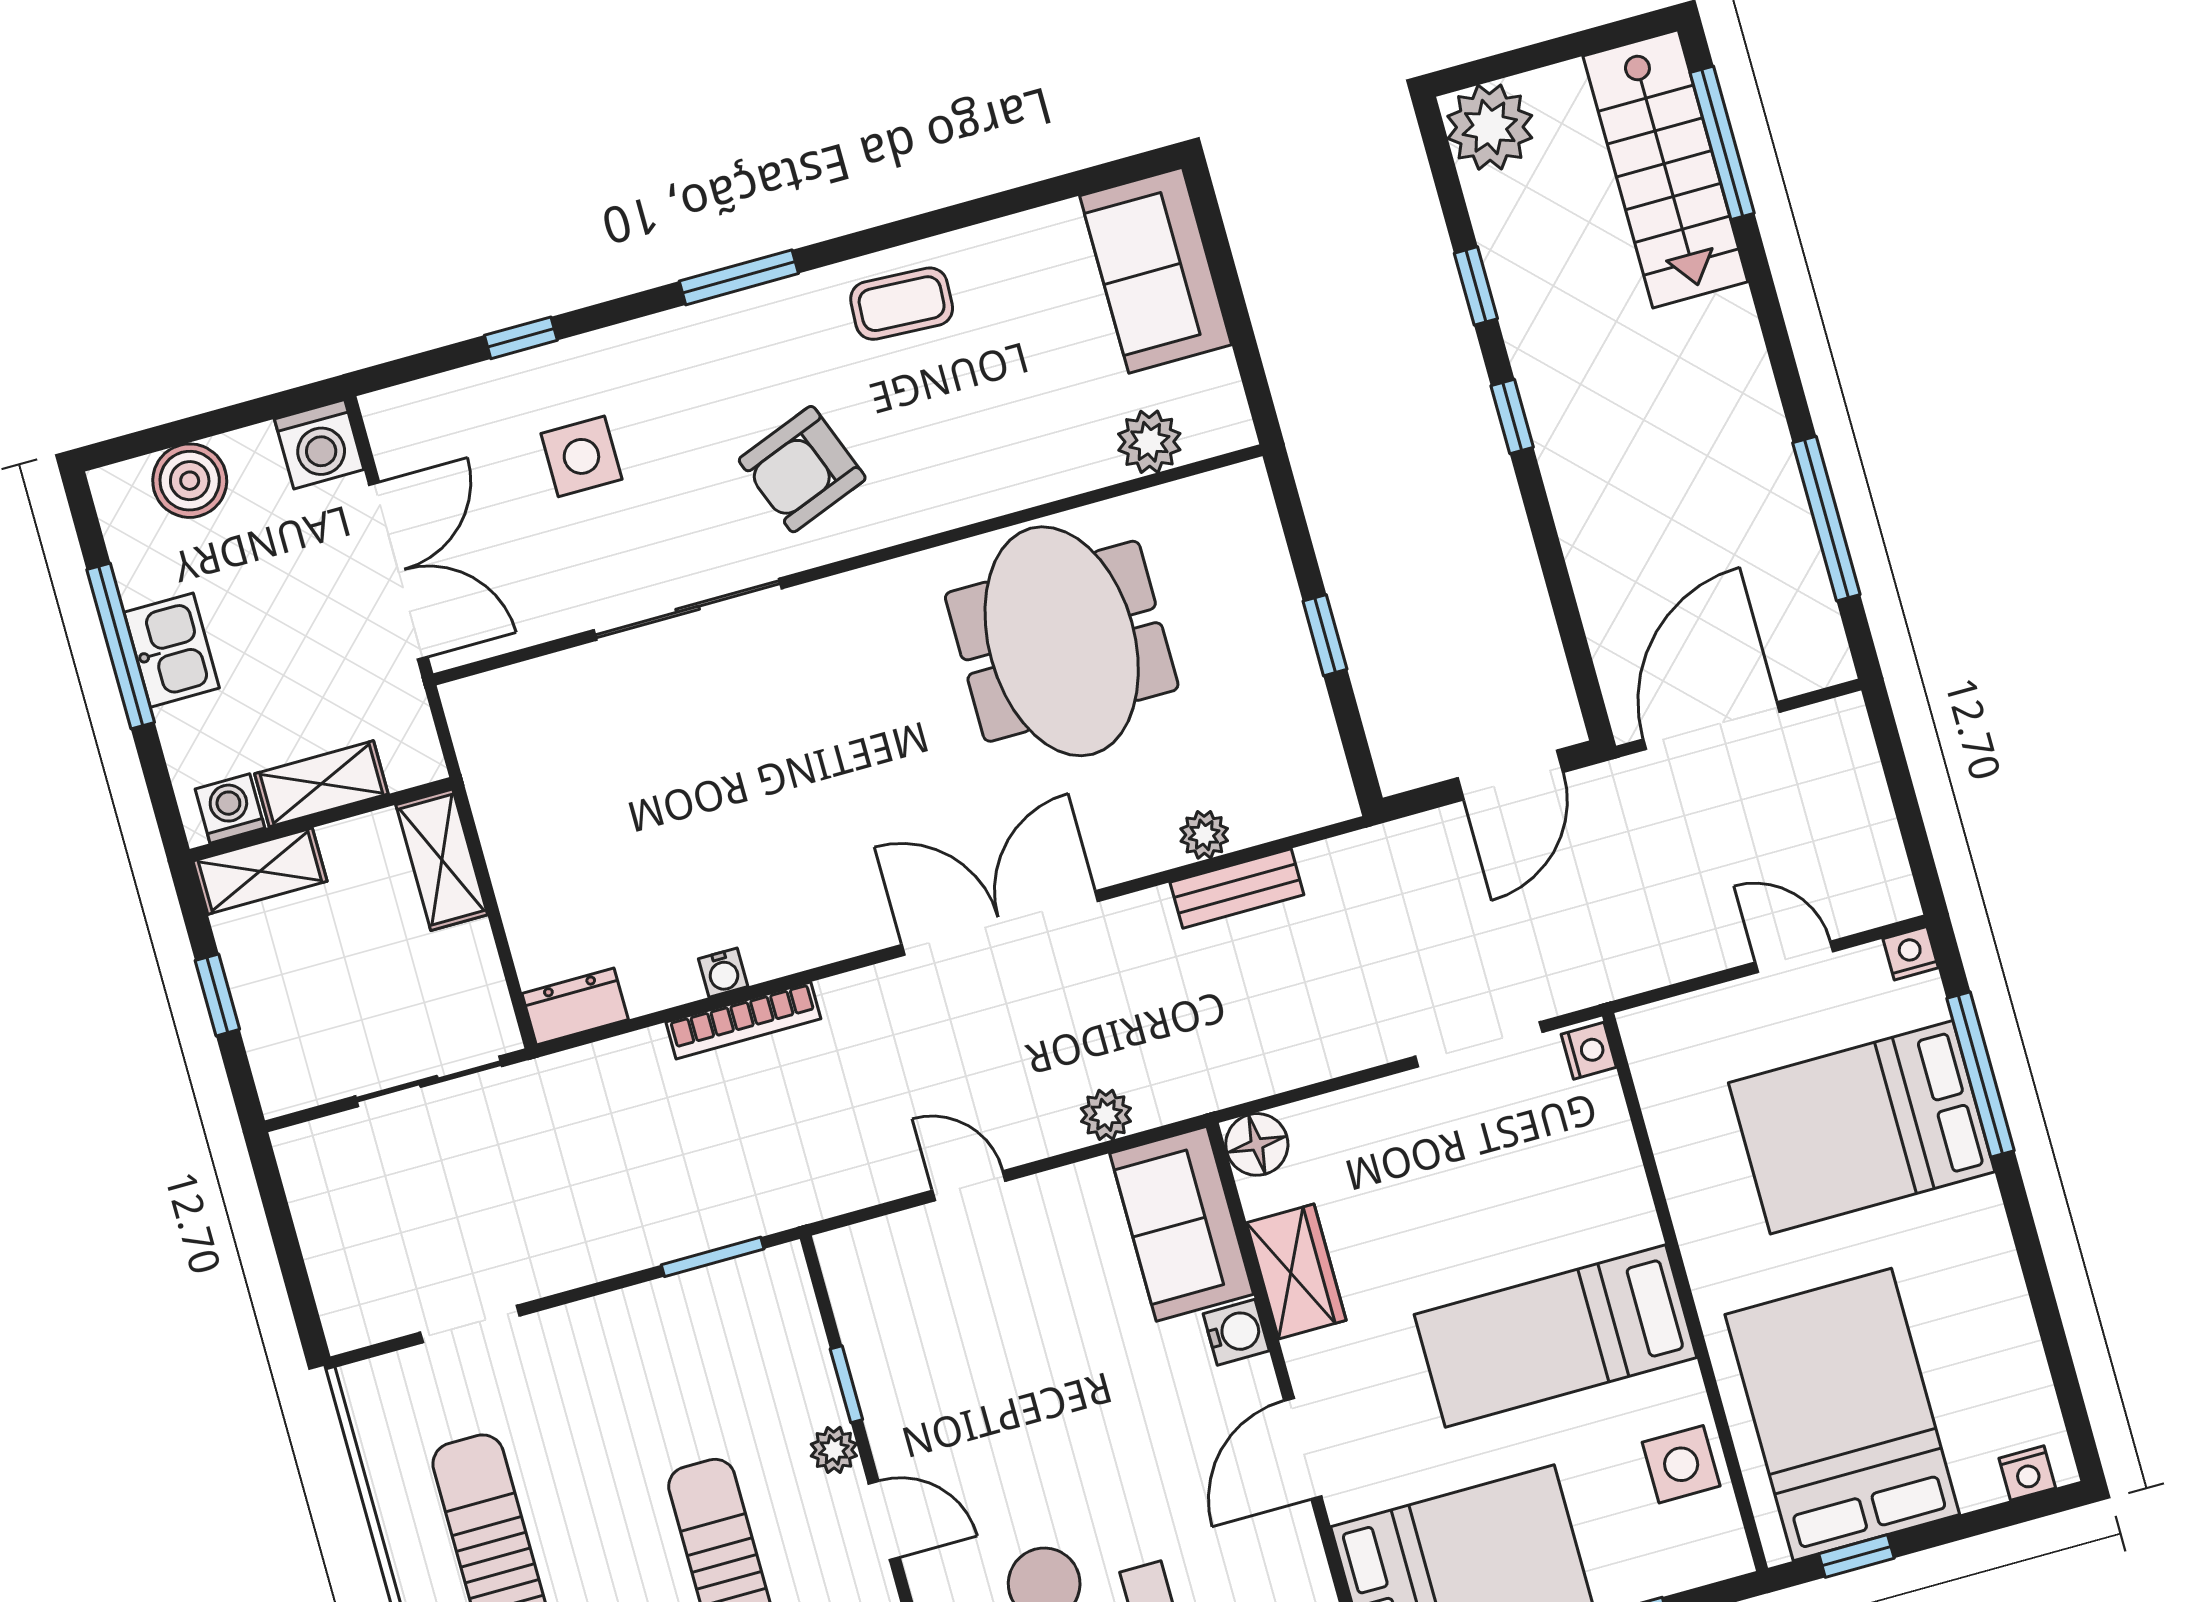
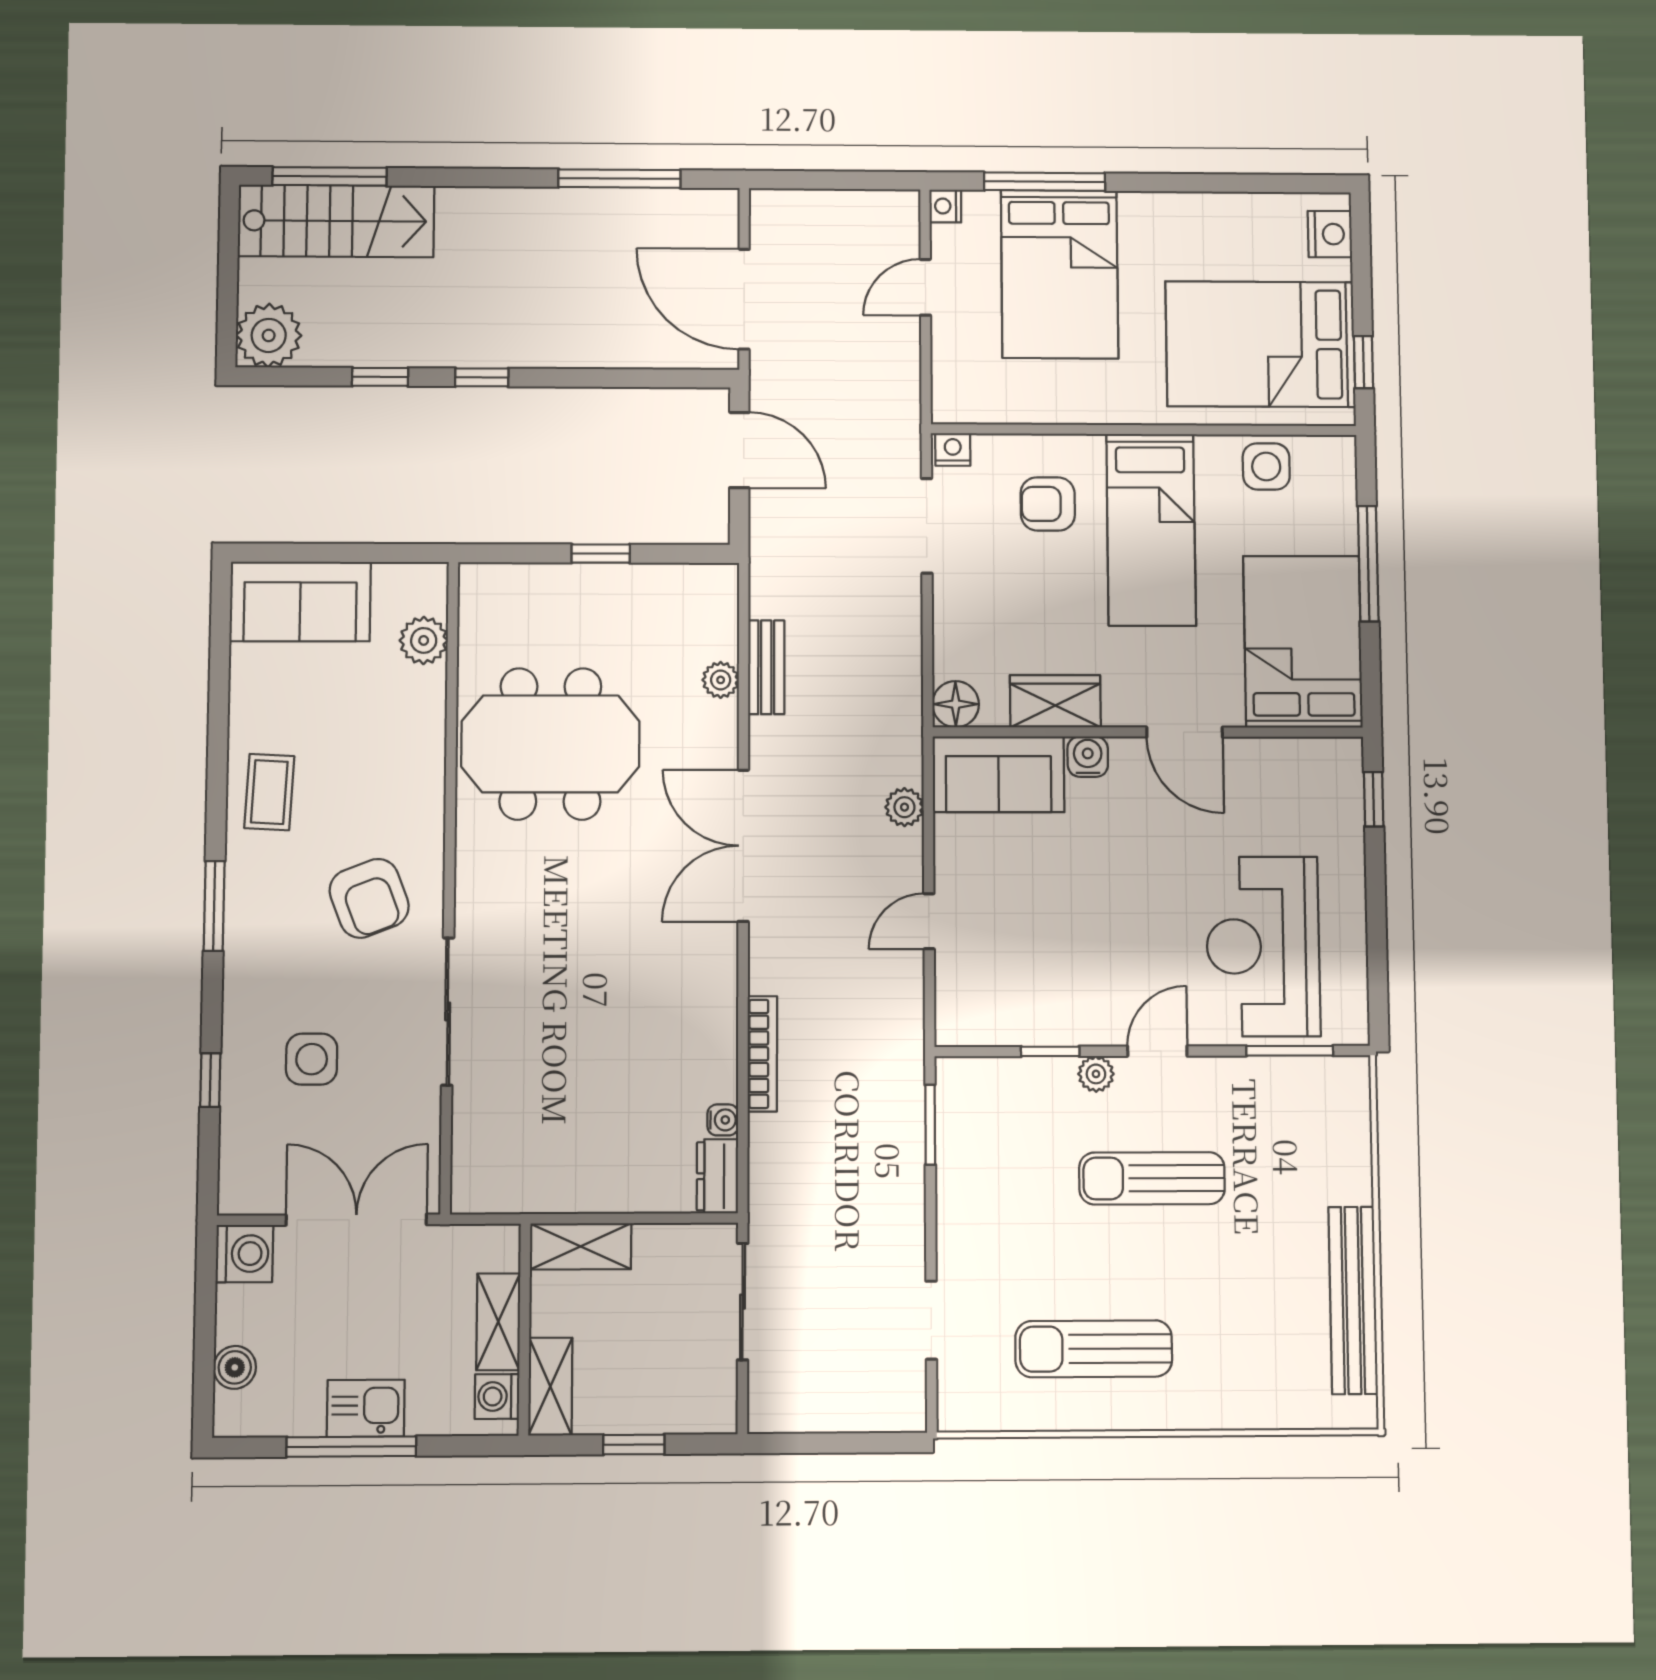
boiler: (190, 481) -> (235, 1367), width x0.73, depth x0.73
water cooler: (723, 973) -> (723, 1120), moved
armchair: (1552, 1193) -> (1048, 504), added
nightstand: (2027, 1473) -> (1330, 234), width x1.39, depth x1.35

